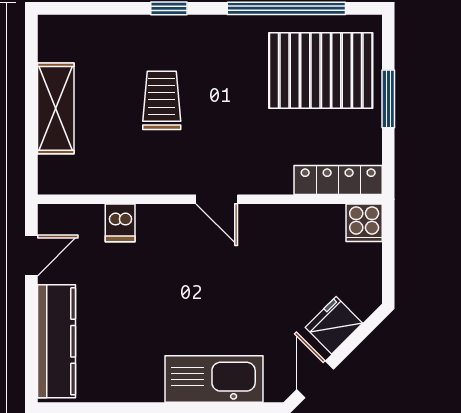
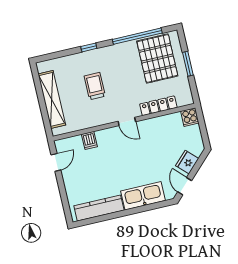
pallet: (321, 70) -> (157, 58), turned 90
shelving: (56, 108) -> (52, 99), width x1.47
locker: (338, 180) -> (158, 106), moved
kitchen counter: (56, 341) -> (99, 208), moved, turned -90

